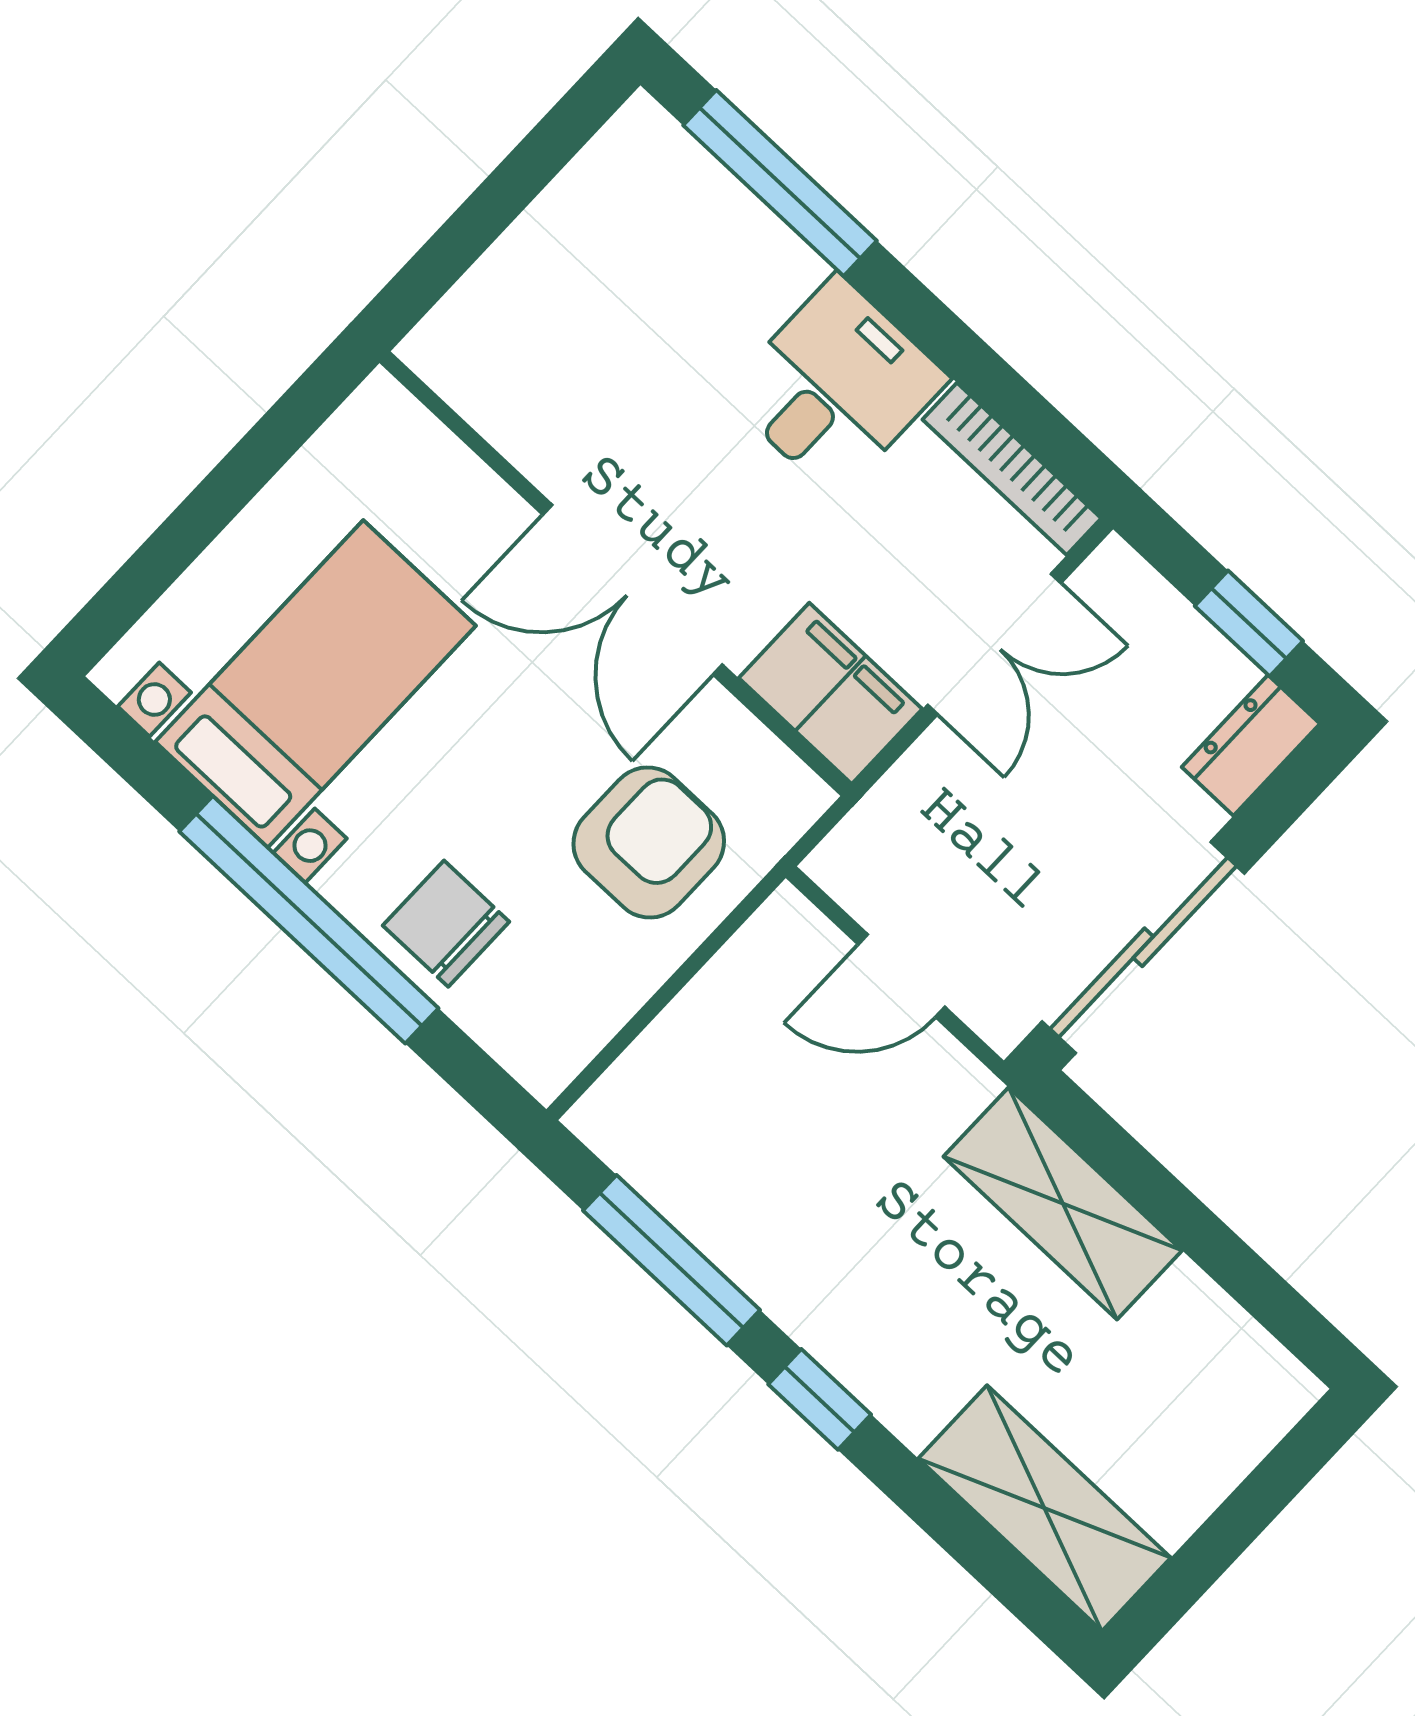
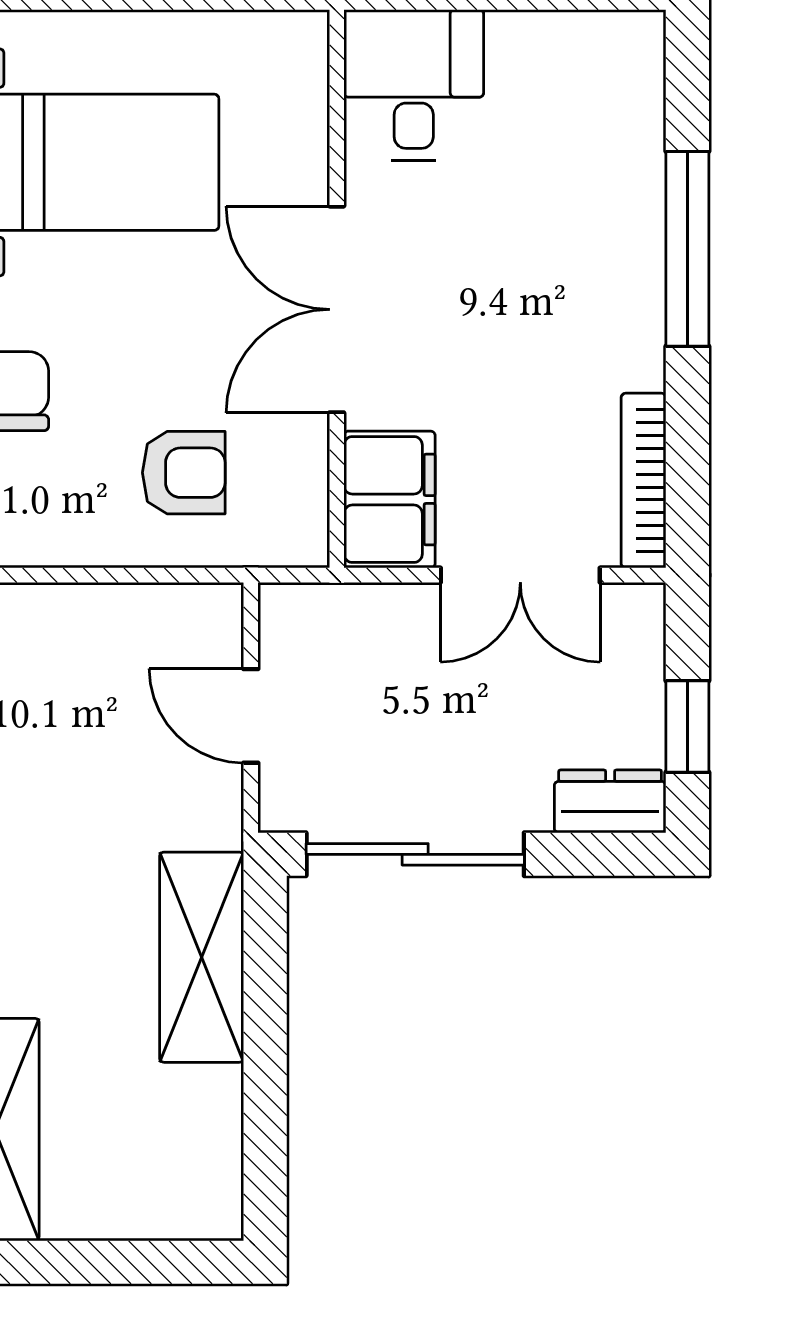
window: (780, 183) -> (687, 249), moved
desk: (836, 386) -> (414, 85), moved, turned -90
armchair: (649, 842) -> (184, 473), width x0.72, depth x0.72

